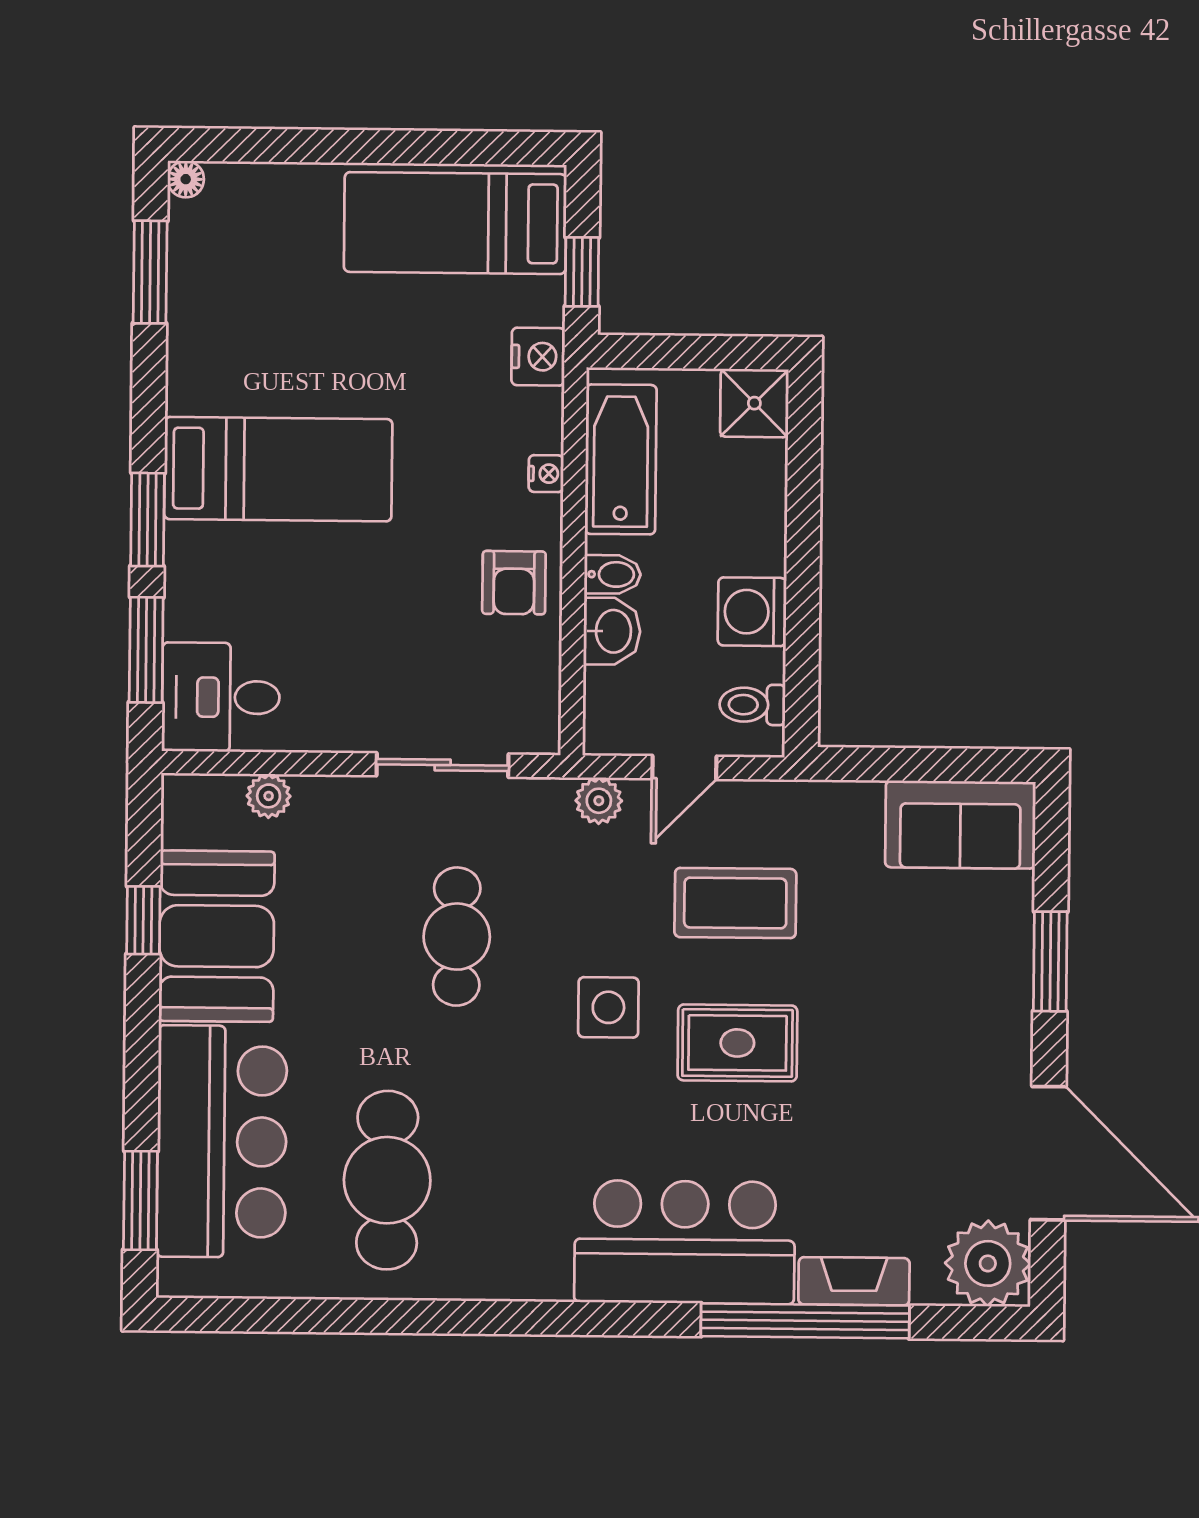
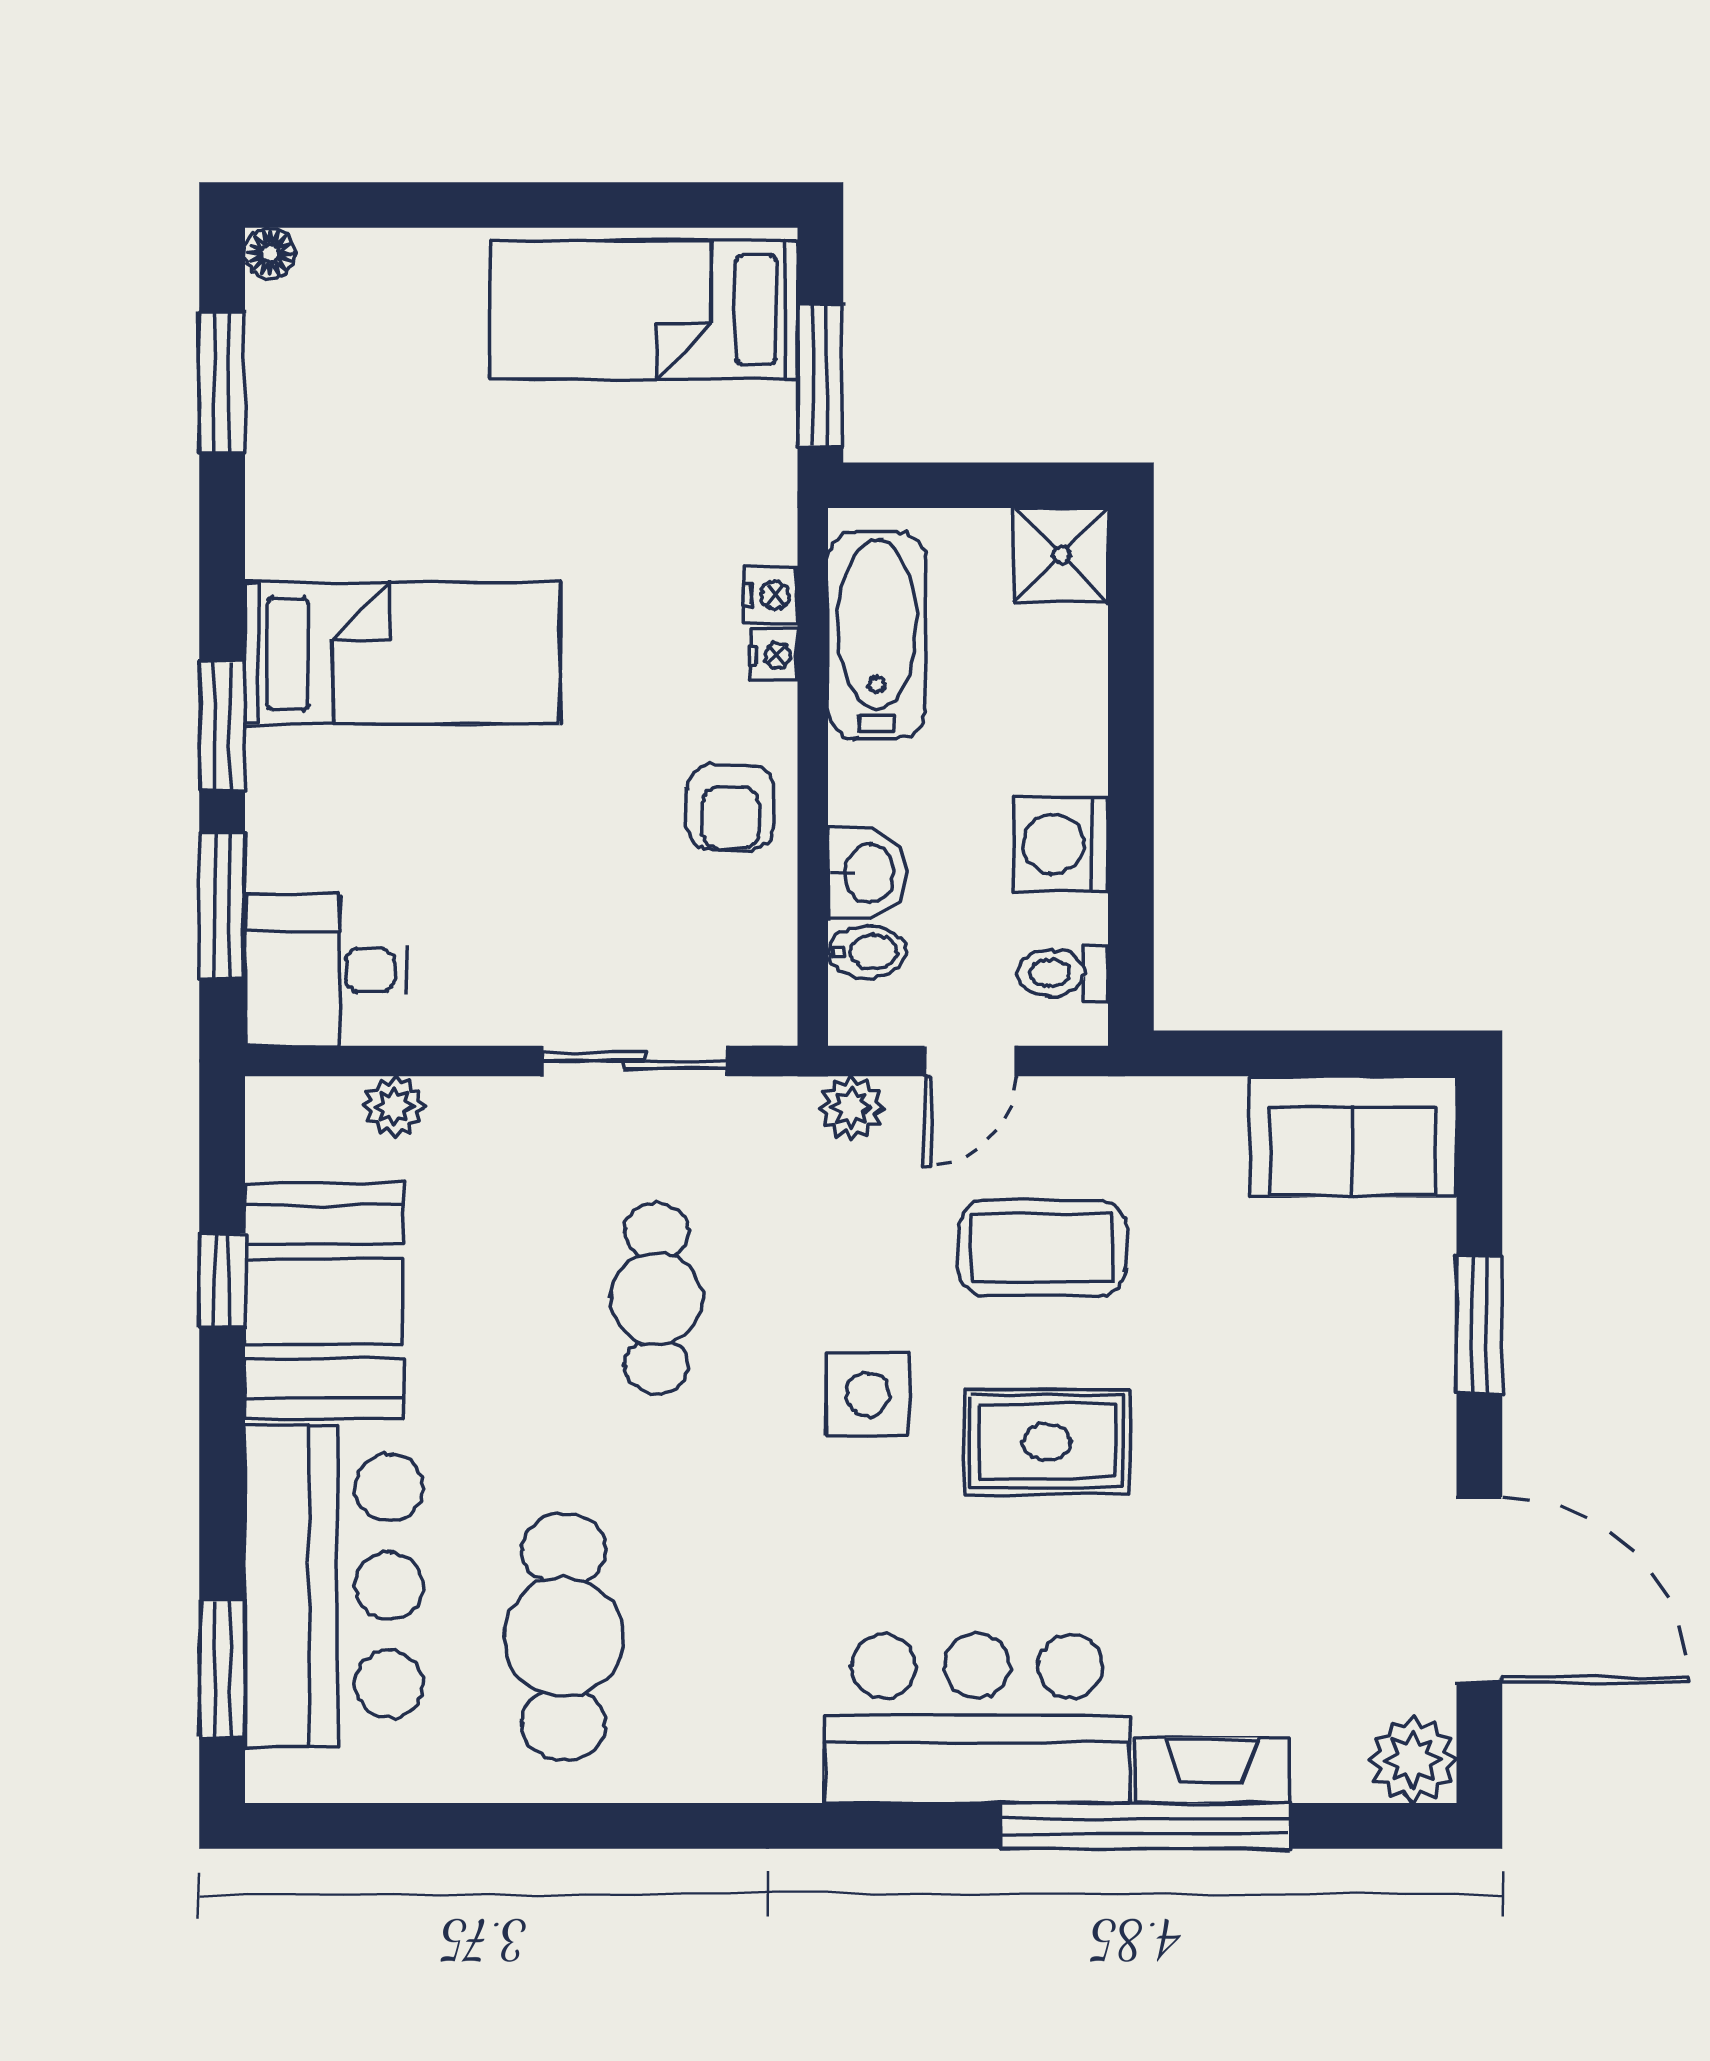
window: (582, 272) -> (820, 376), width x1.50
nightstand: (538, 357) -> (771, 595), moved, width x0.72, depth x0.74
bidet: (612, 574) -> (867, 952), moved
plant: (988, 1263) -> (1413, 1760), width x0.73, depth x0.73

